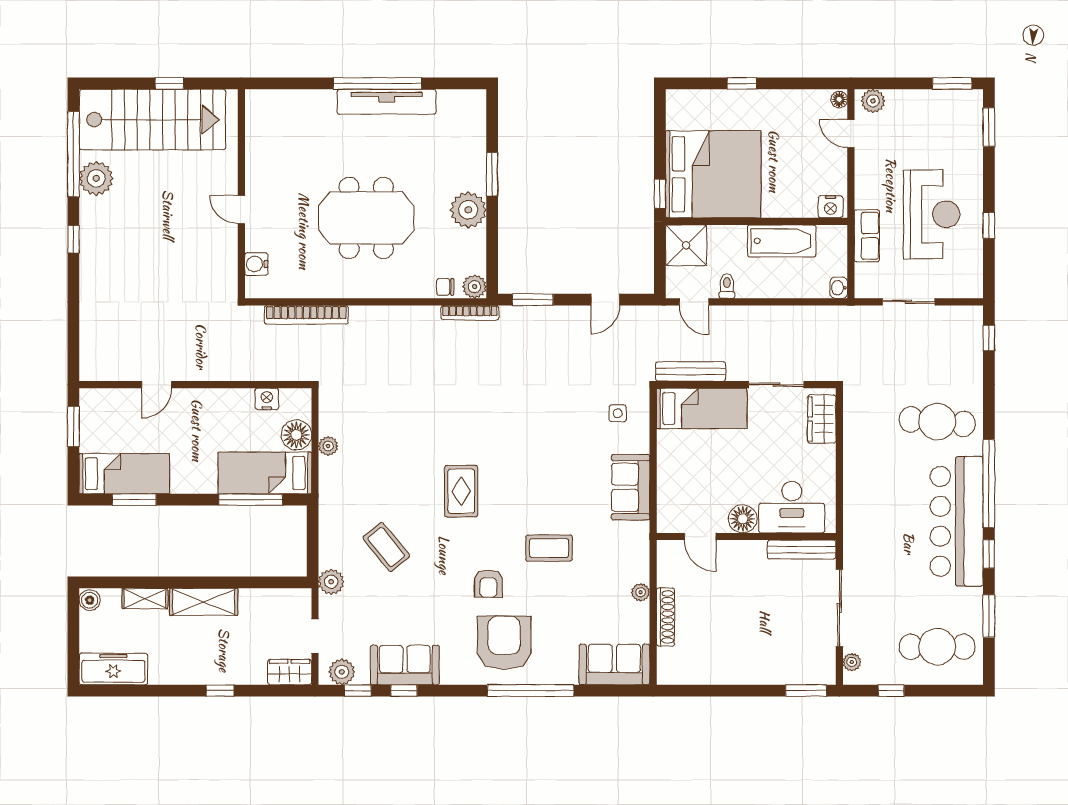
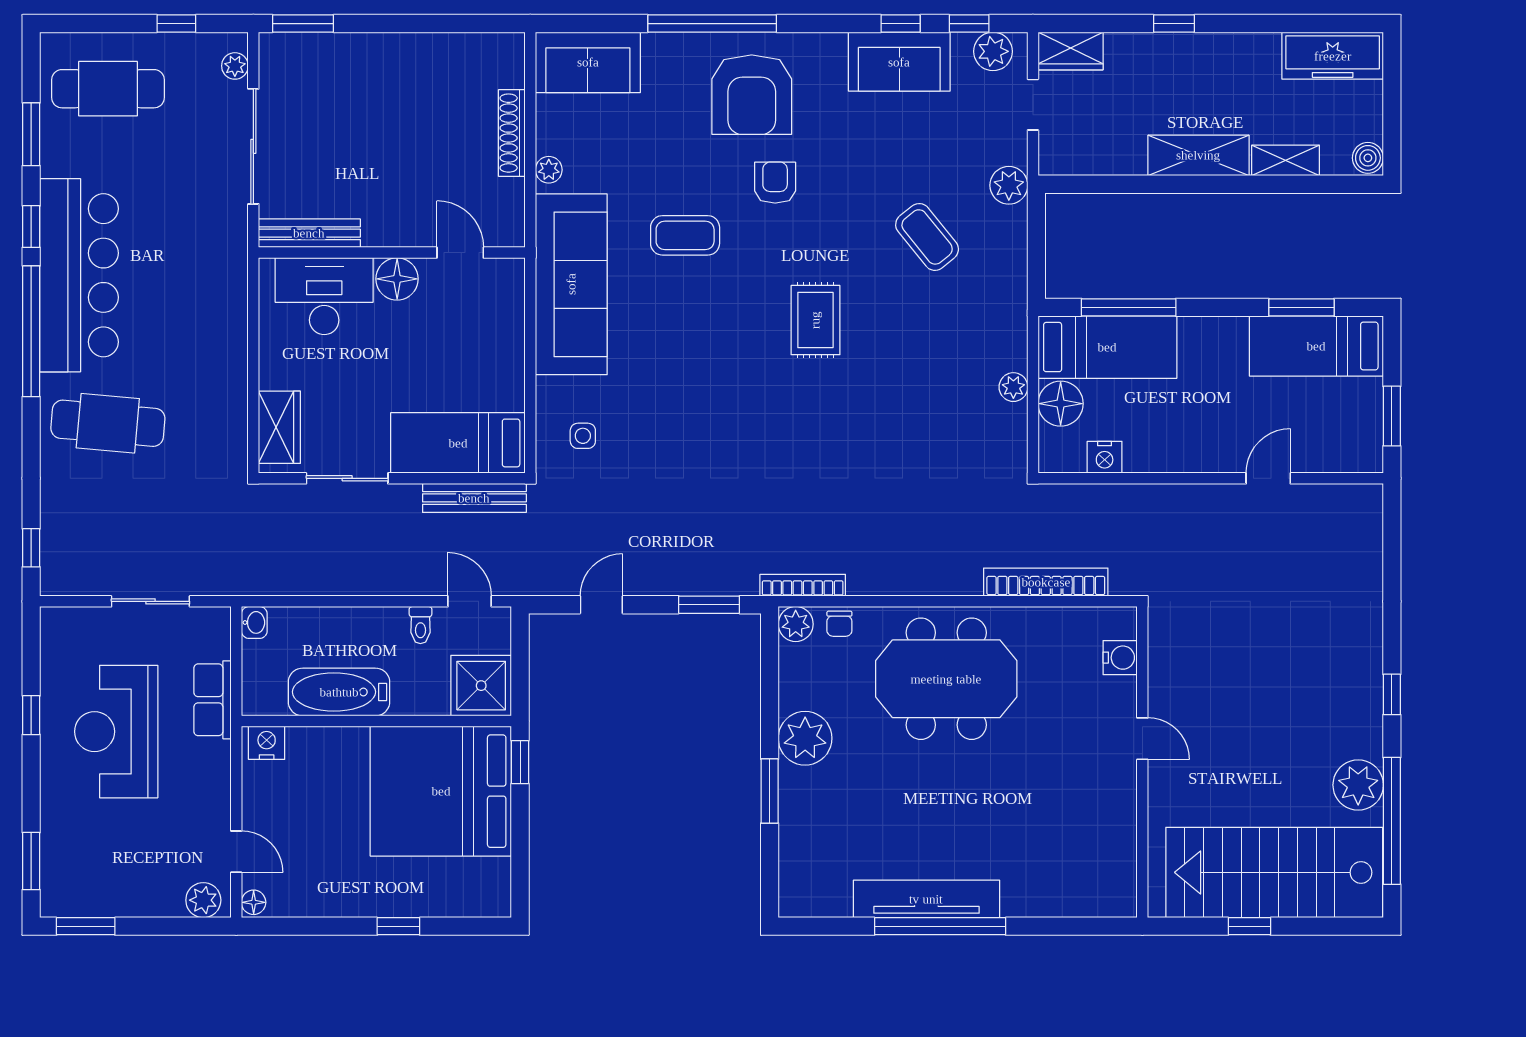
meeting table: (366, 218) -> (946, 679), moved
chair: (445, 287) -> (839, 624), turned 90
sofa: (631, 487) -> (571, 284), width x1.85, depth x1.27

